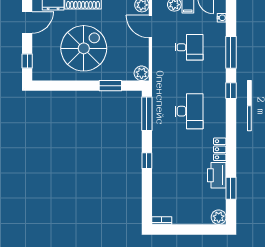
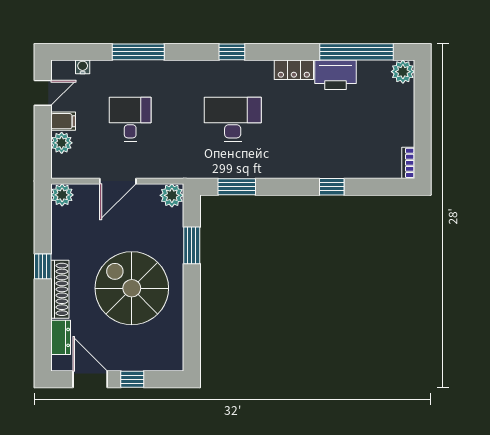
door: (150, 27) -> (118, 181), moved
window: (27, 61) -> (132, 379), moved
window: (231, 91) -> (232, 52), moved
window: (147, 114) -> (237, 187), width x0.69
window: (147, 161) -> (332, 187), moved
window: (231, 188) -> (357, 52), width x2.11

